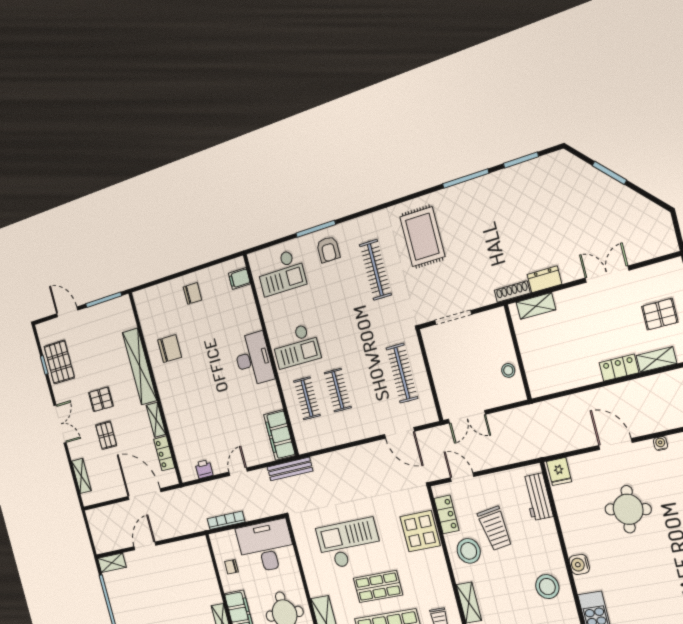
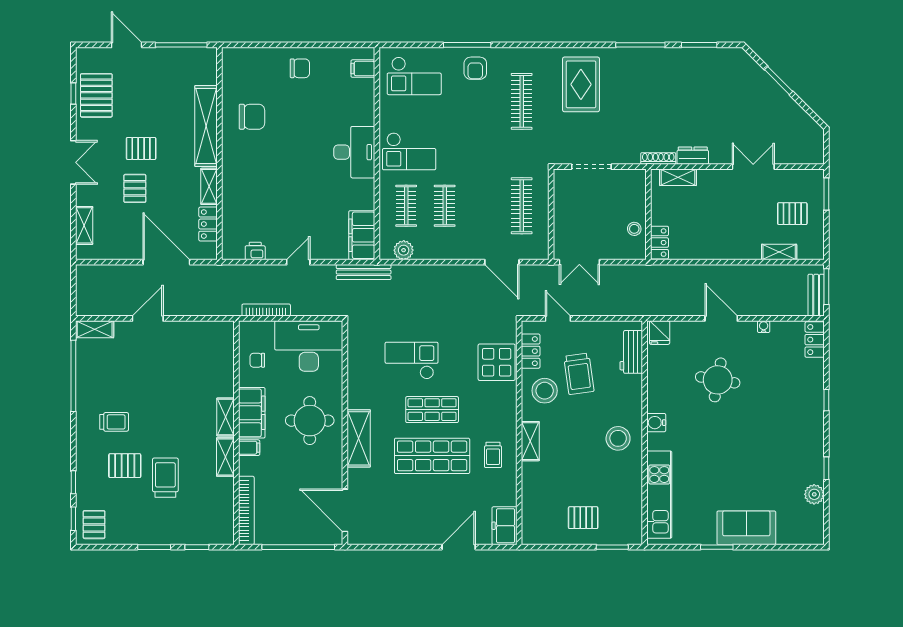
locker: (619, 368) -> (659, 243), moved, turned 90
plant: (316, 441) -> (404, 250), added
checkout: (349, 544) -> (412, 361), width x0.73, depth x0.83

